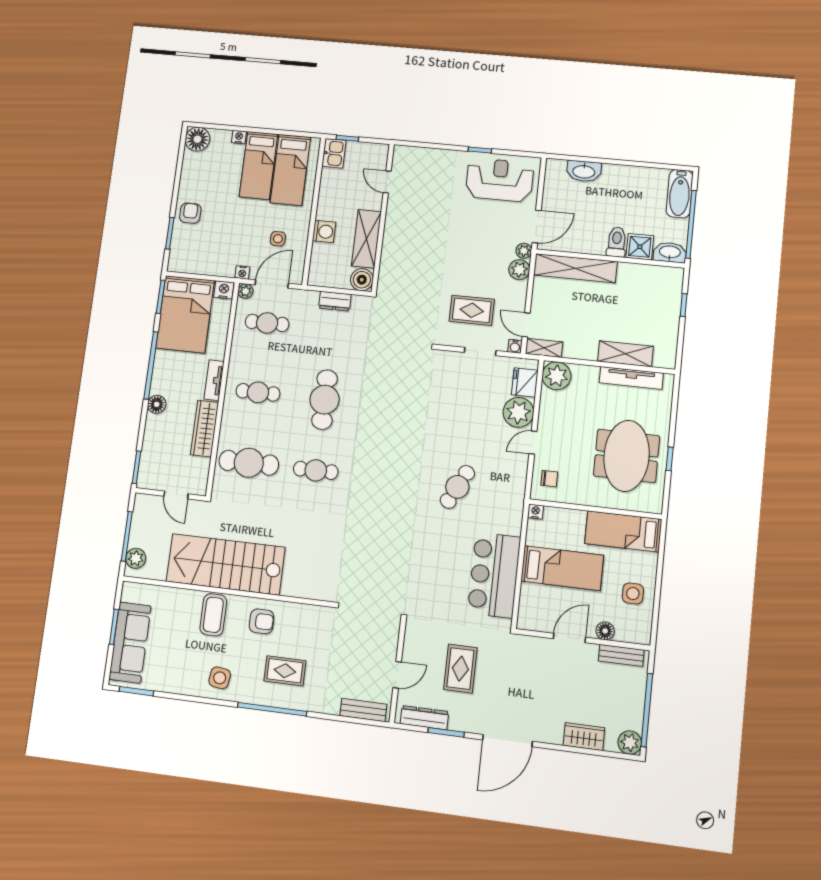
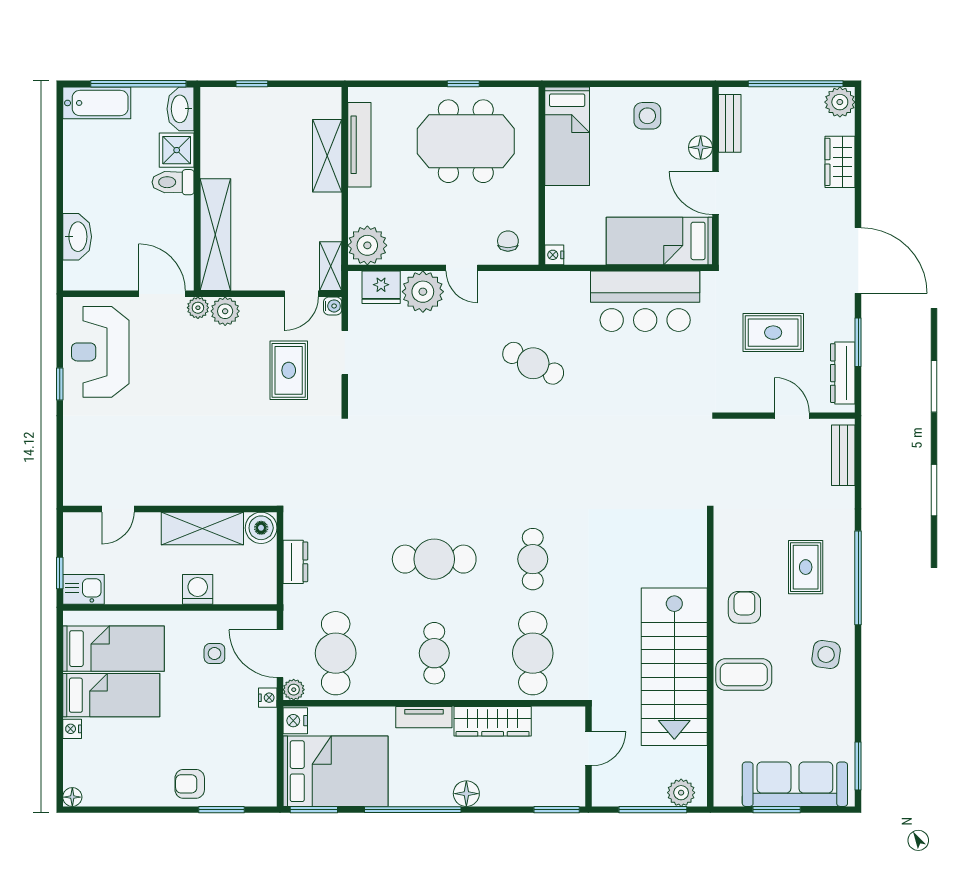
floor lamp: (197, 139) -> (72, 797), width x0.53, depth x0.53
cafe table: (267, 323) -> (336, 653), width x1.37, depth x1.35
bed: (562, 568) -> (659, 241), moved, turned -90

